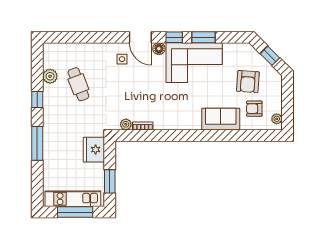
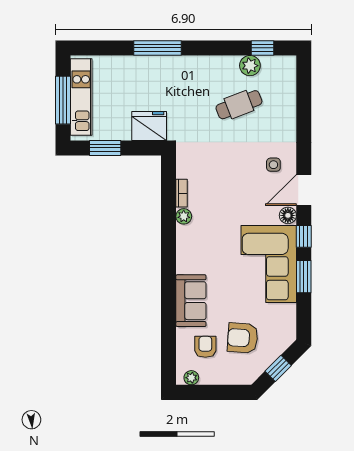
window: (37, 100) -> (262, 48), moved
plant: (126, 124) -> (184, 216), moved

